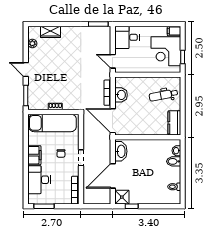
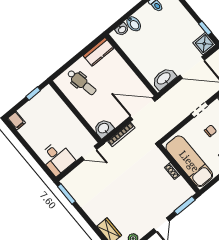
corner desk: (166, 51) -> (41, 113), removed
door: (113, 61) -> (89, 153), hinge flipped
washbasin: (121, 95) -> (104, 128), moved
door: (113, 121) -> (143, 109), swing flipped

